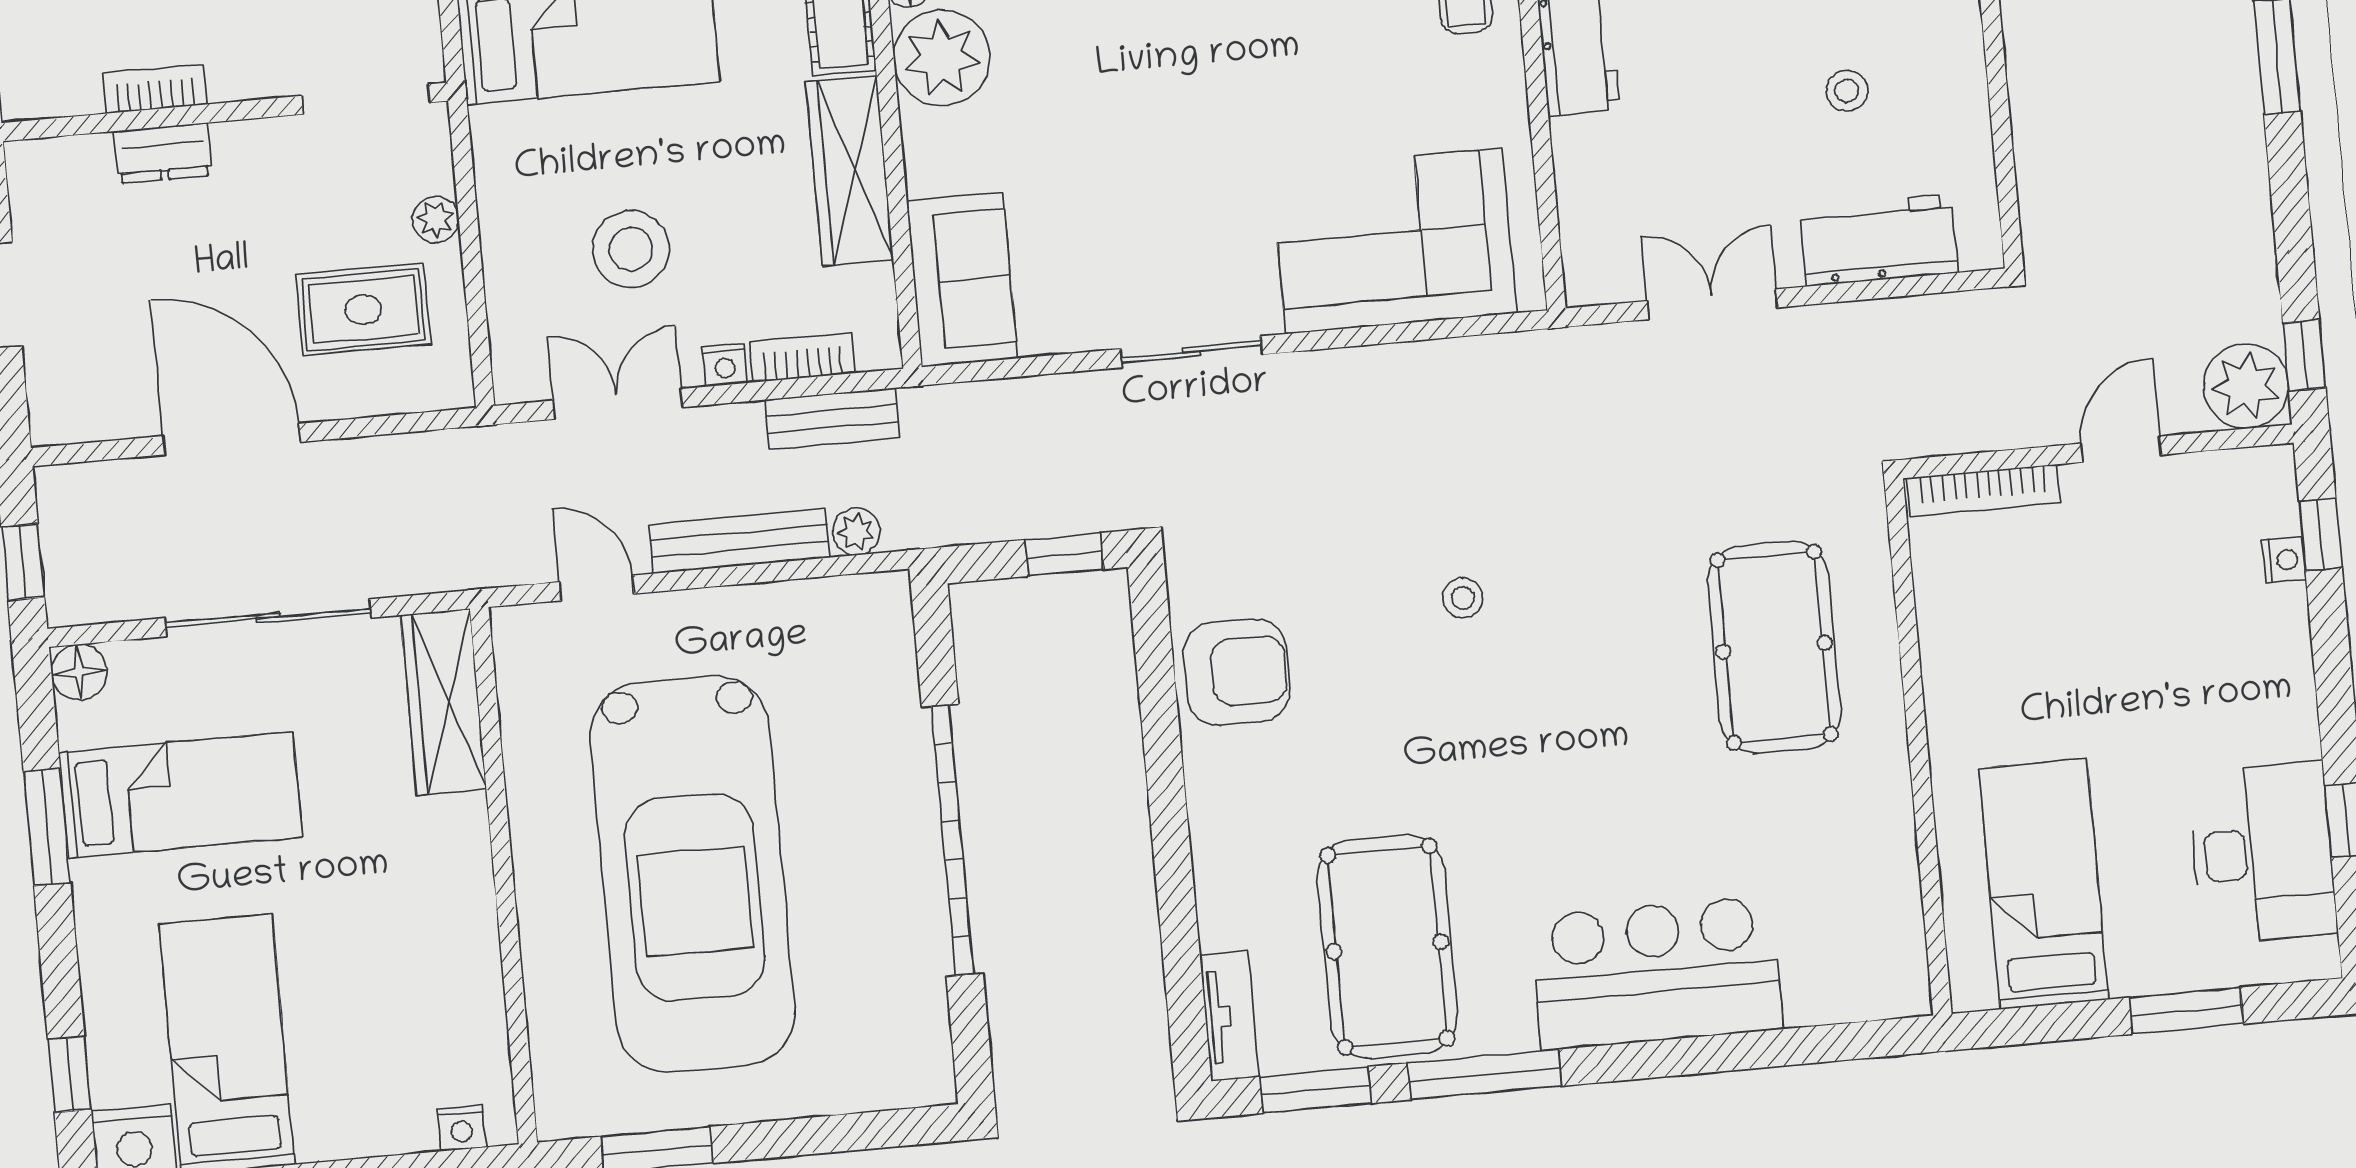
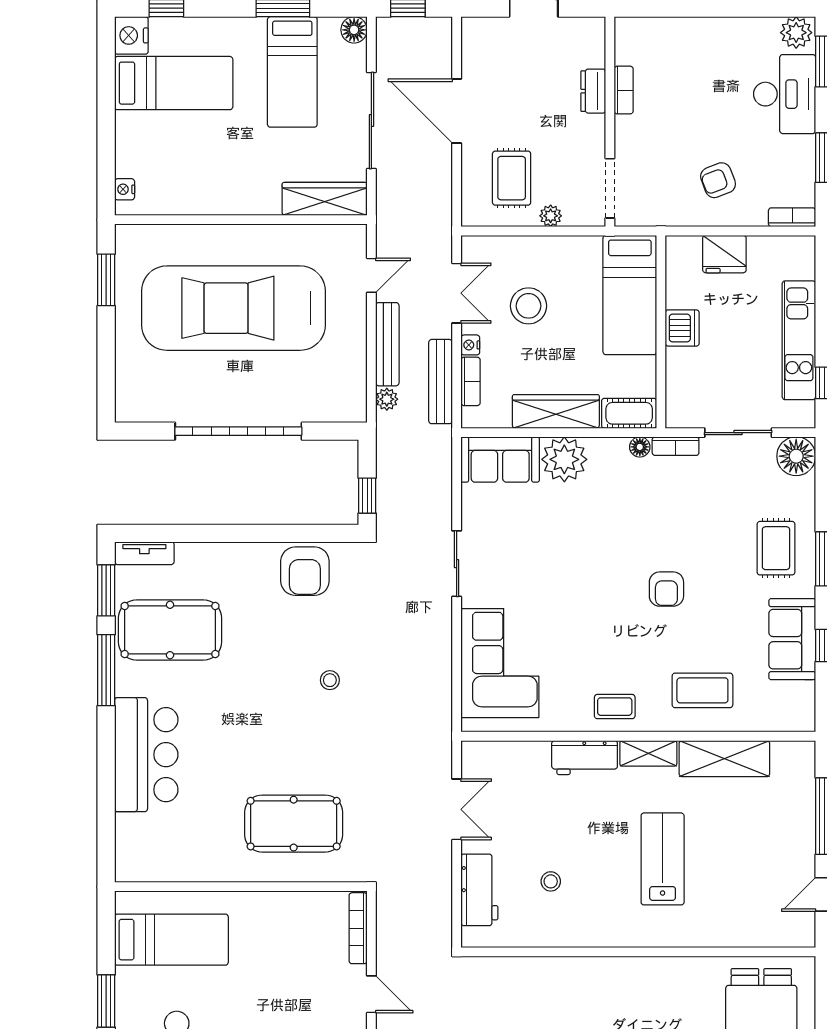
plant: (942, 58) -> (564, 459), moved
bench: (832, 419) -> (441, 382), width x1.36
door: (232, 439) -> (457, 111), swing flipped

